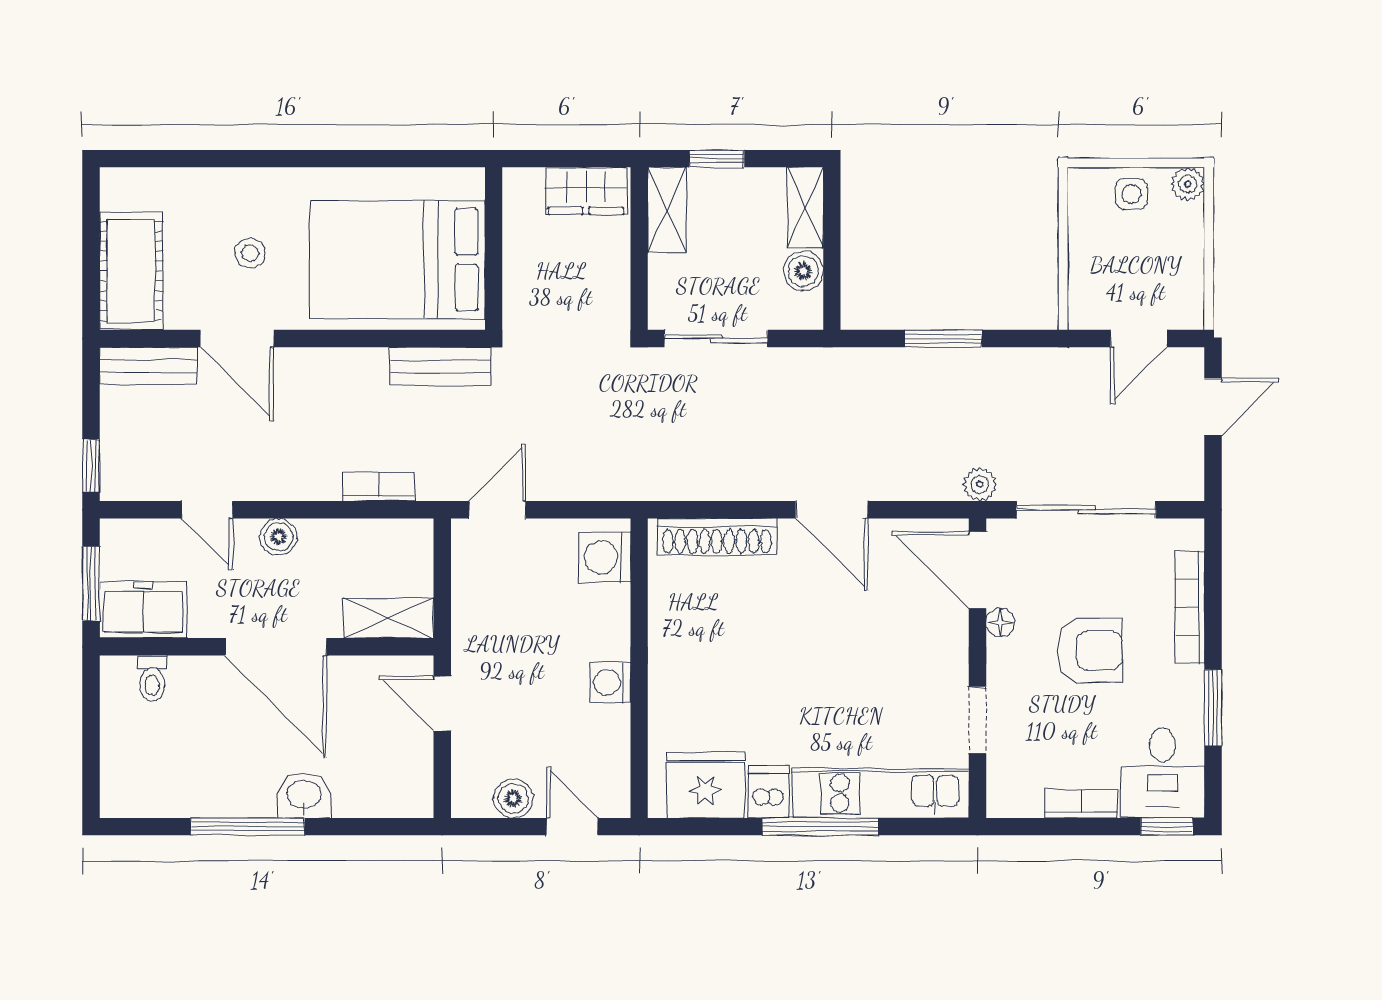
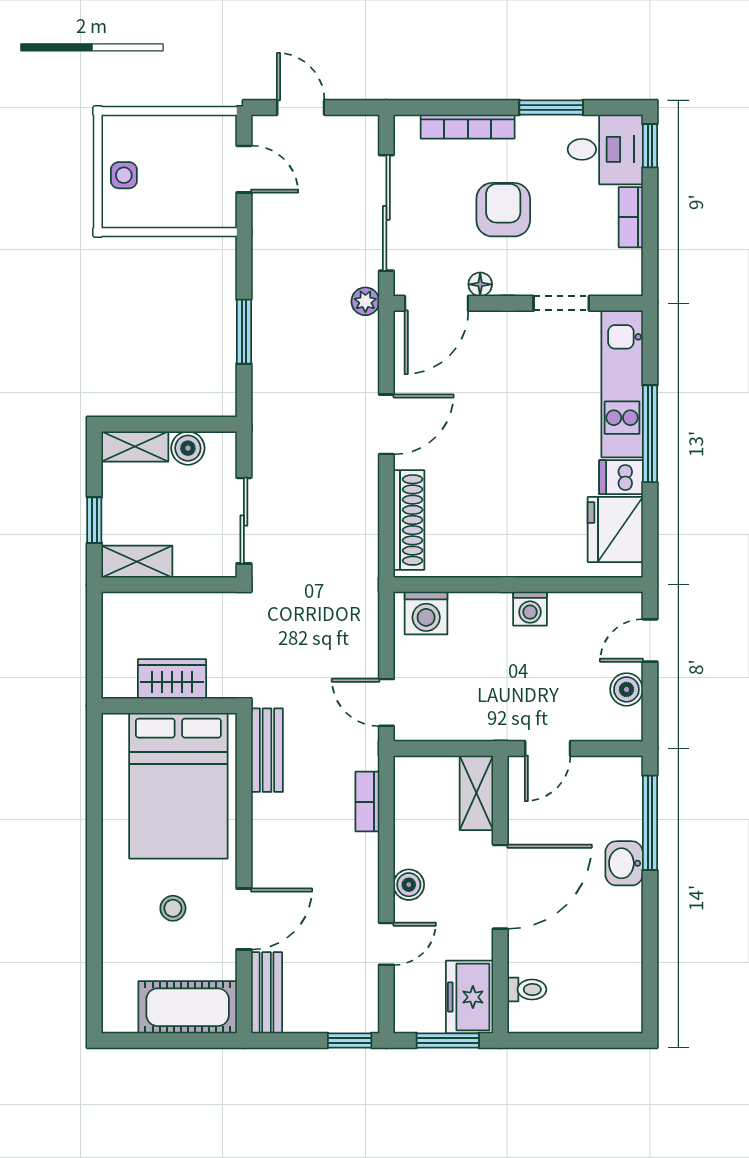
plant: (1188, 184) -> (115, 129), removed
wardrobe: (586, 191) -> (172, 679), moved, turned -90
window: (248, 827) -> (650, 823), moved

